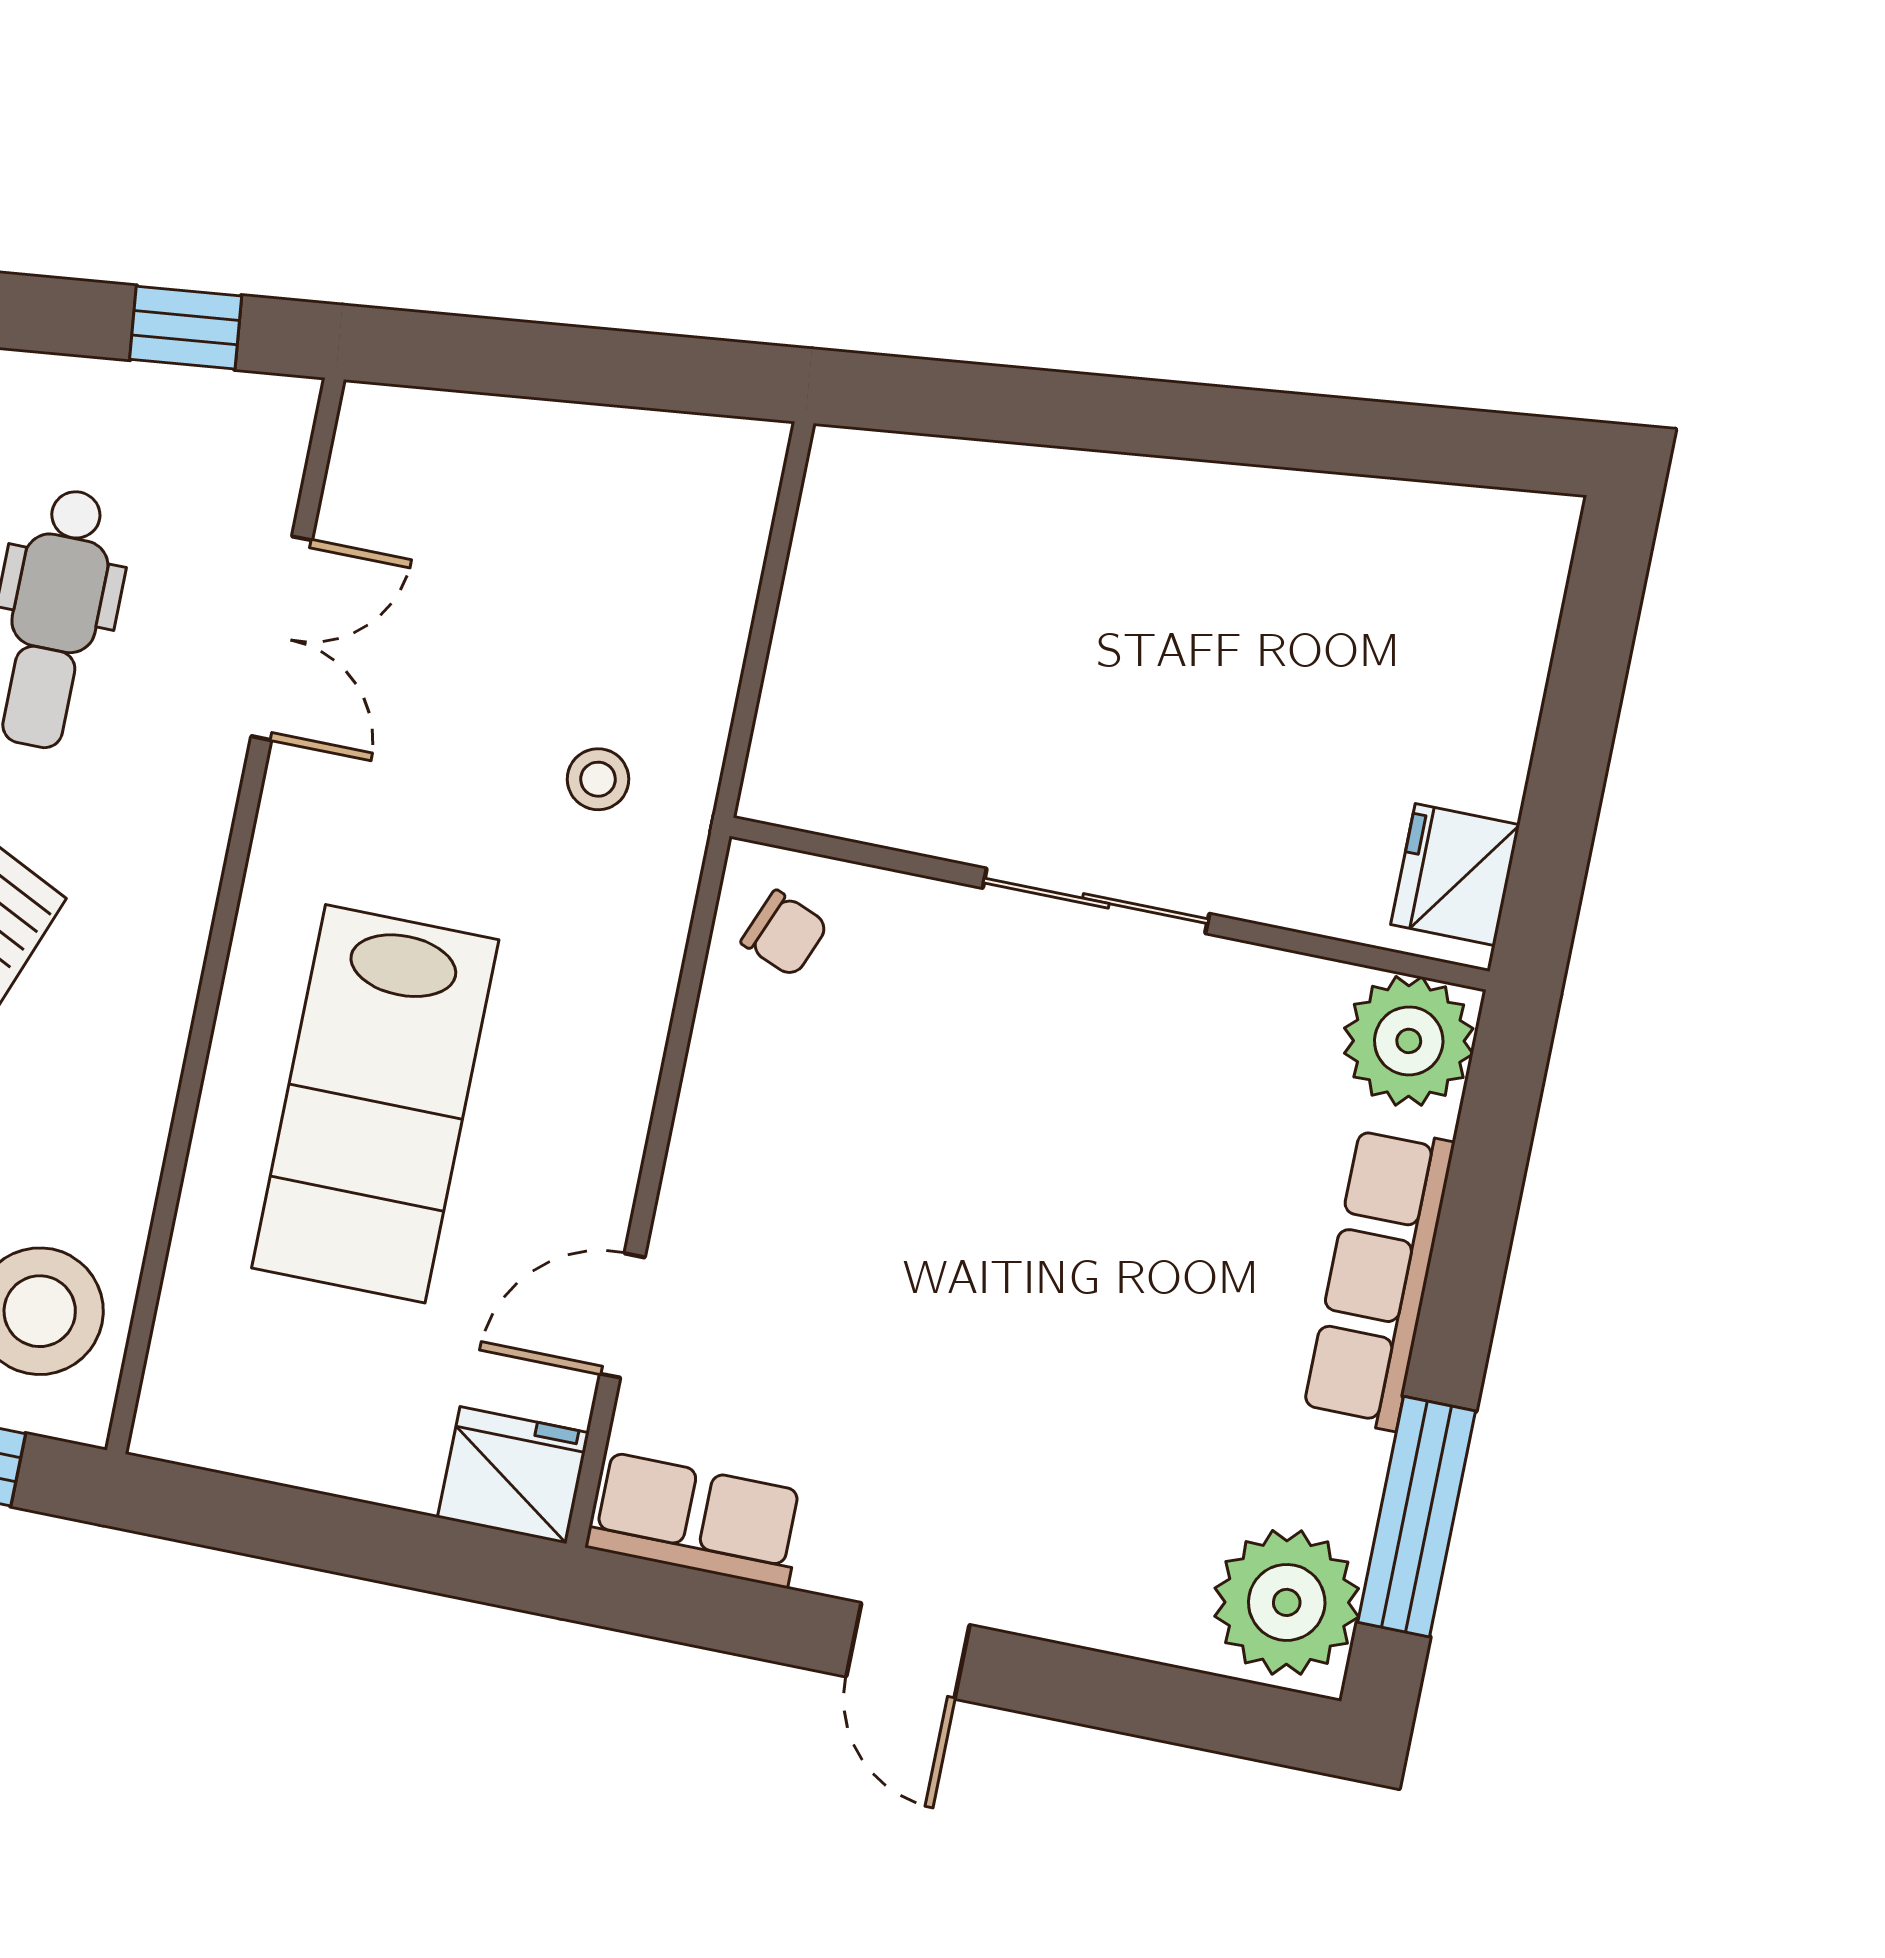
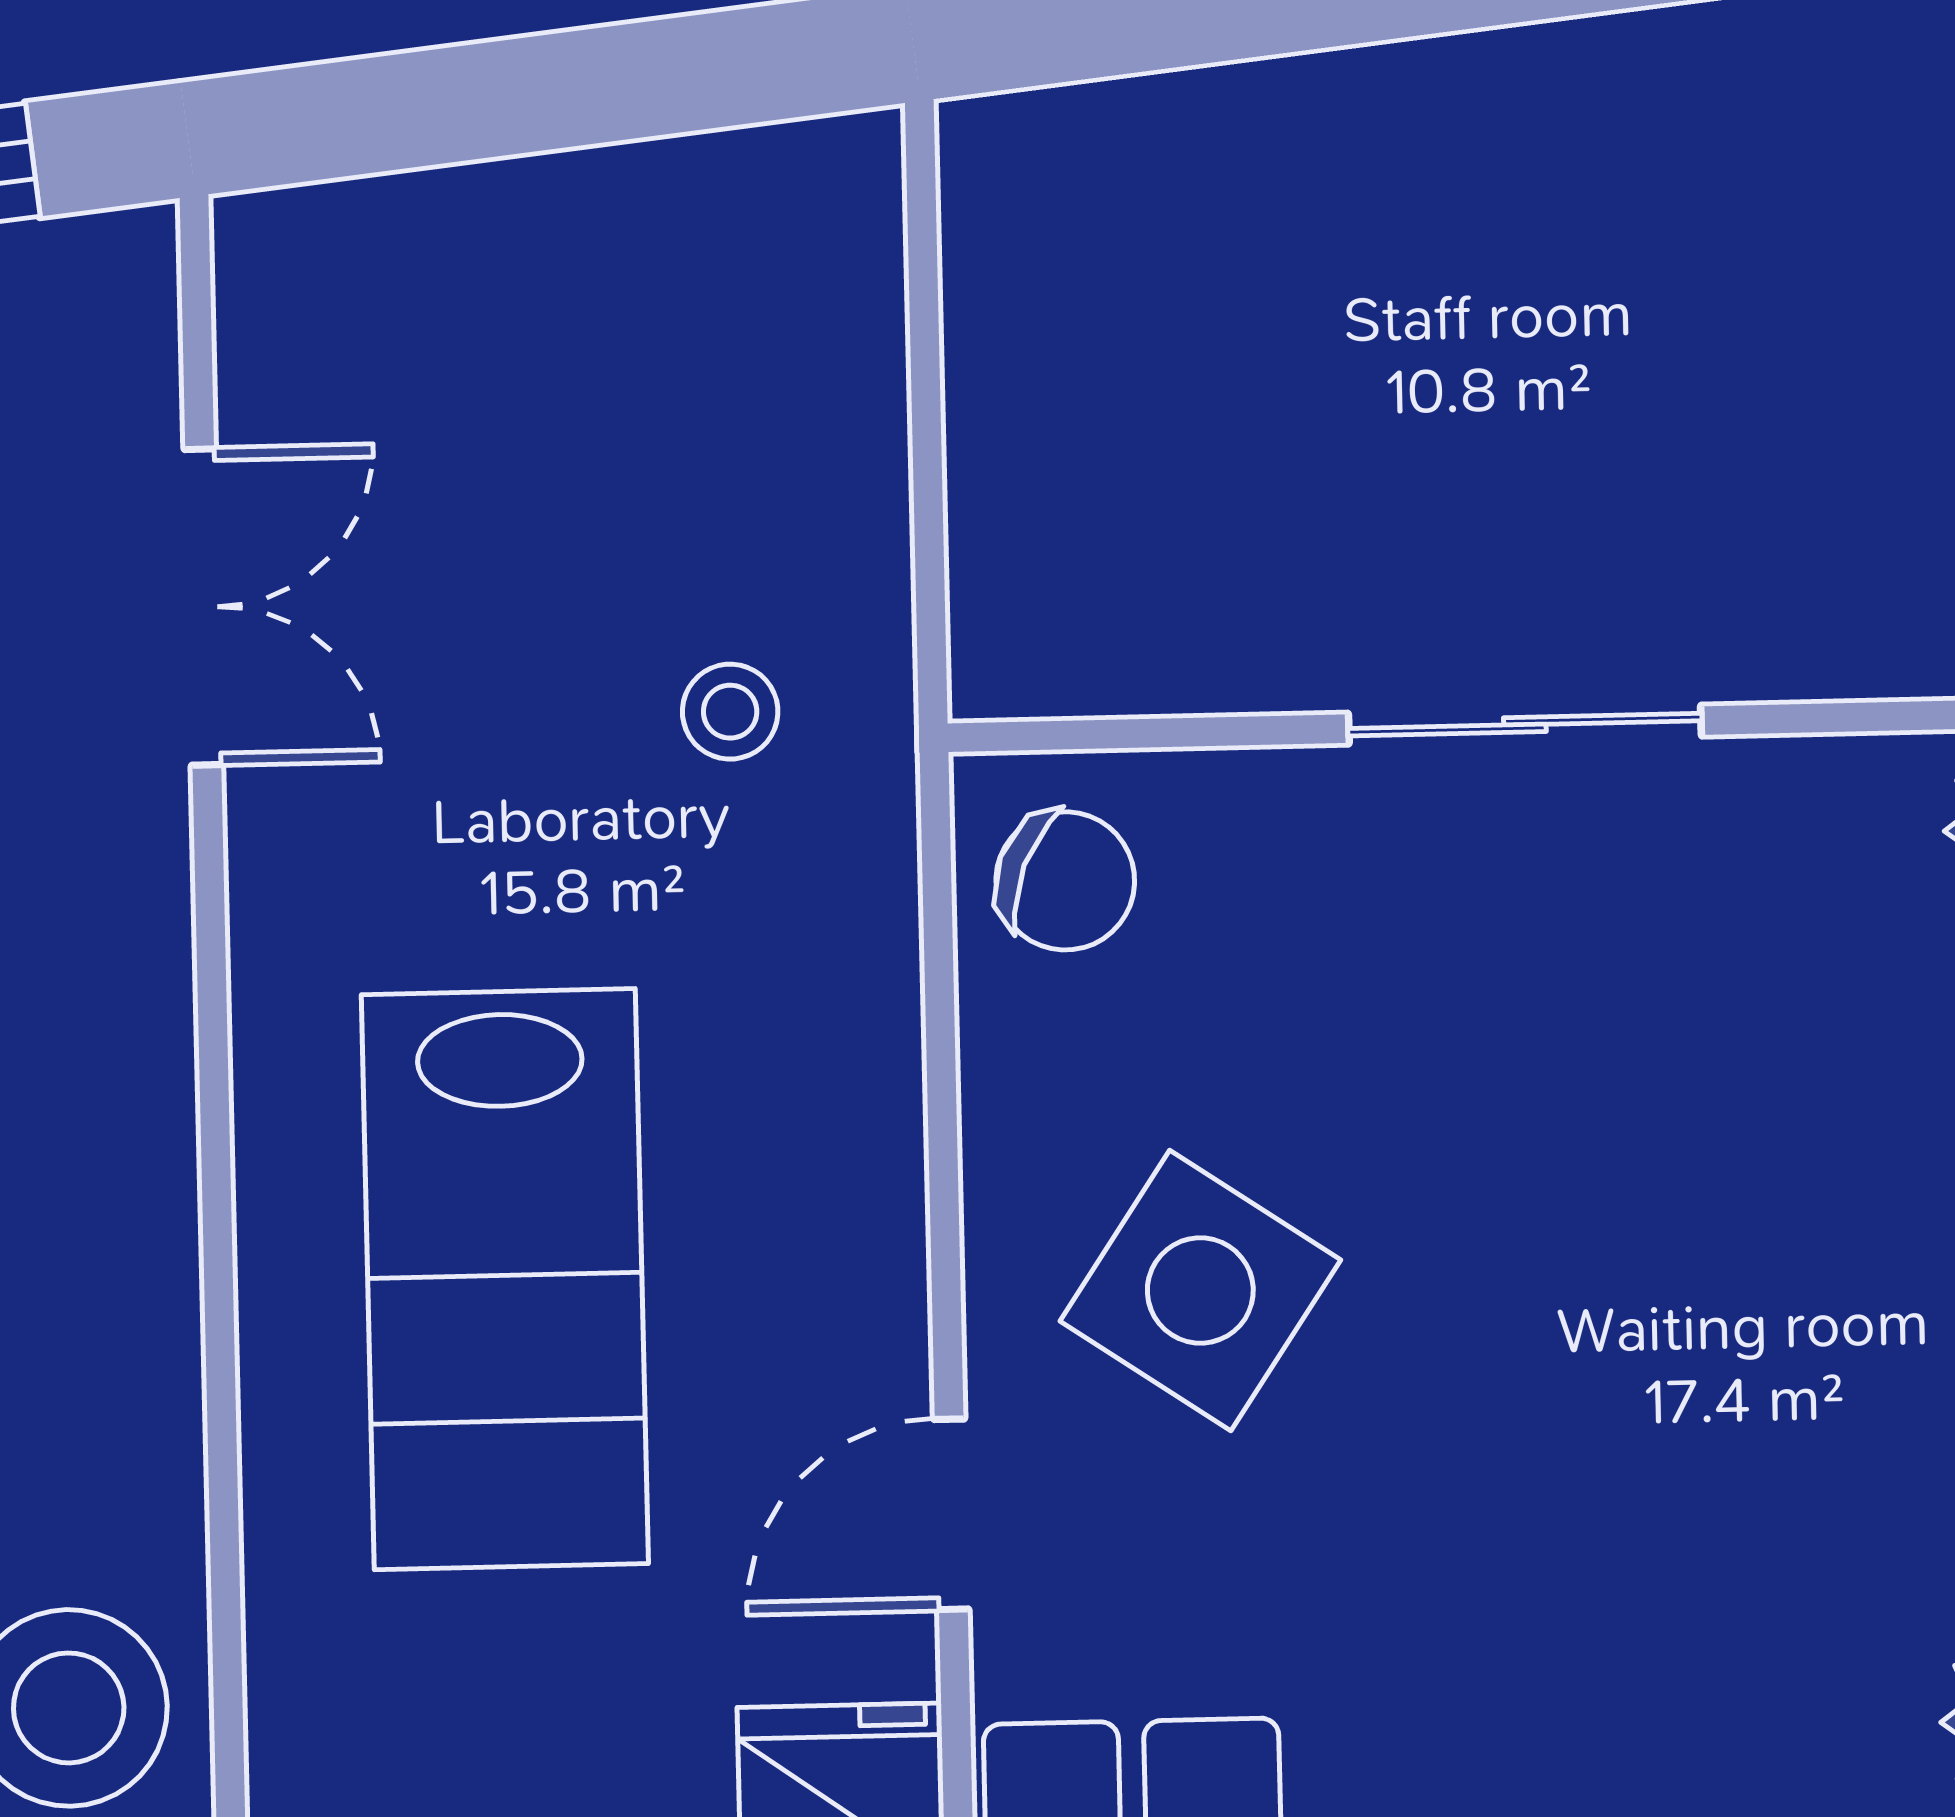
chair: (785, 934) -> (1065, 881), width x1.37, depth x1.37
side table: (811, 1210) -> (1200, 1290), added

